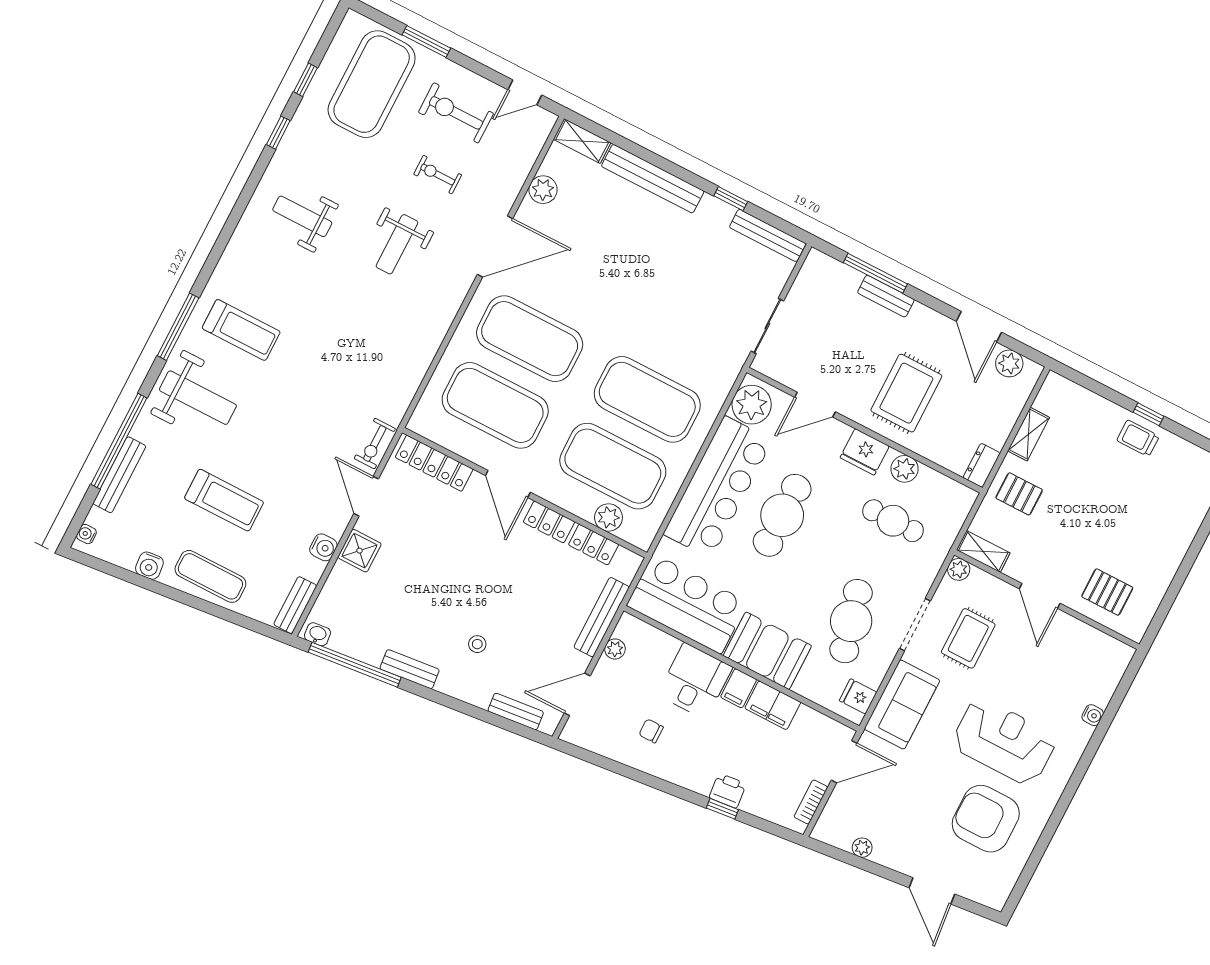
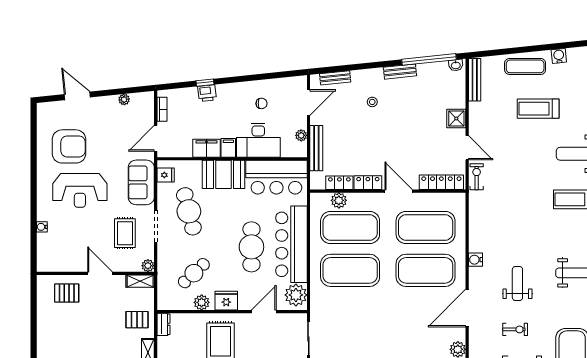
cafe table: (893, 521) -> (194, 273), turned -43
water cooler: (323, 547) -> (475, 260), moved
bench: (295, 605) -> (475, 80), width x1.36
desk: (695, 681) -> (258, 140), width x1.37

